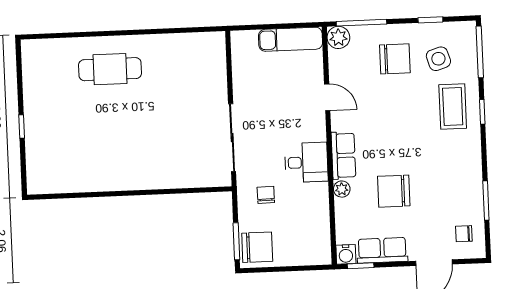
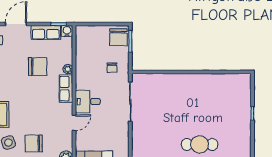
door: (327, 97) -> (74, 123), swing flipped
desk: (306, 162) -> (88, 102), moved
chair: (257, 247) -> (118, 37), turned -90

